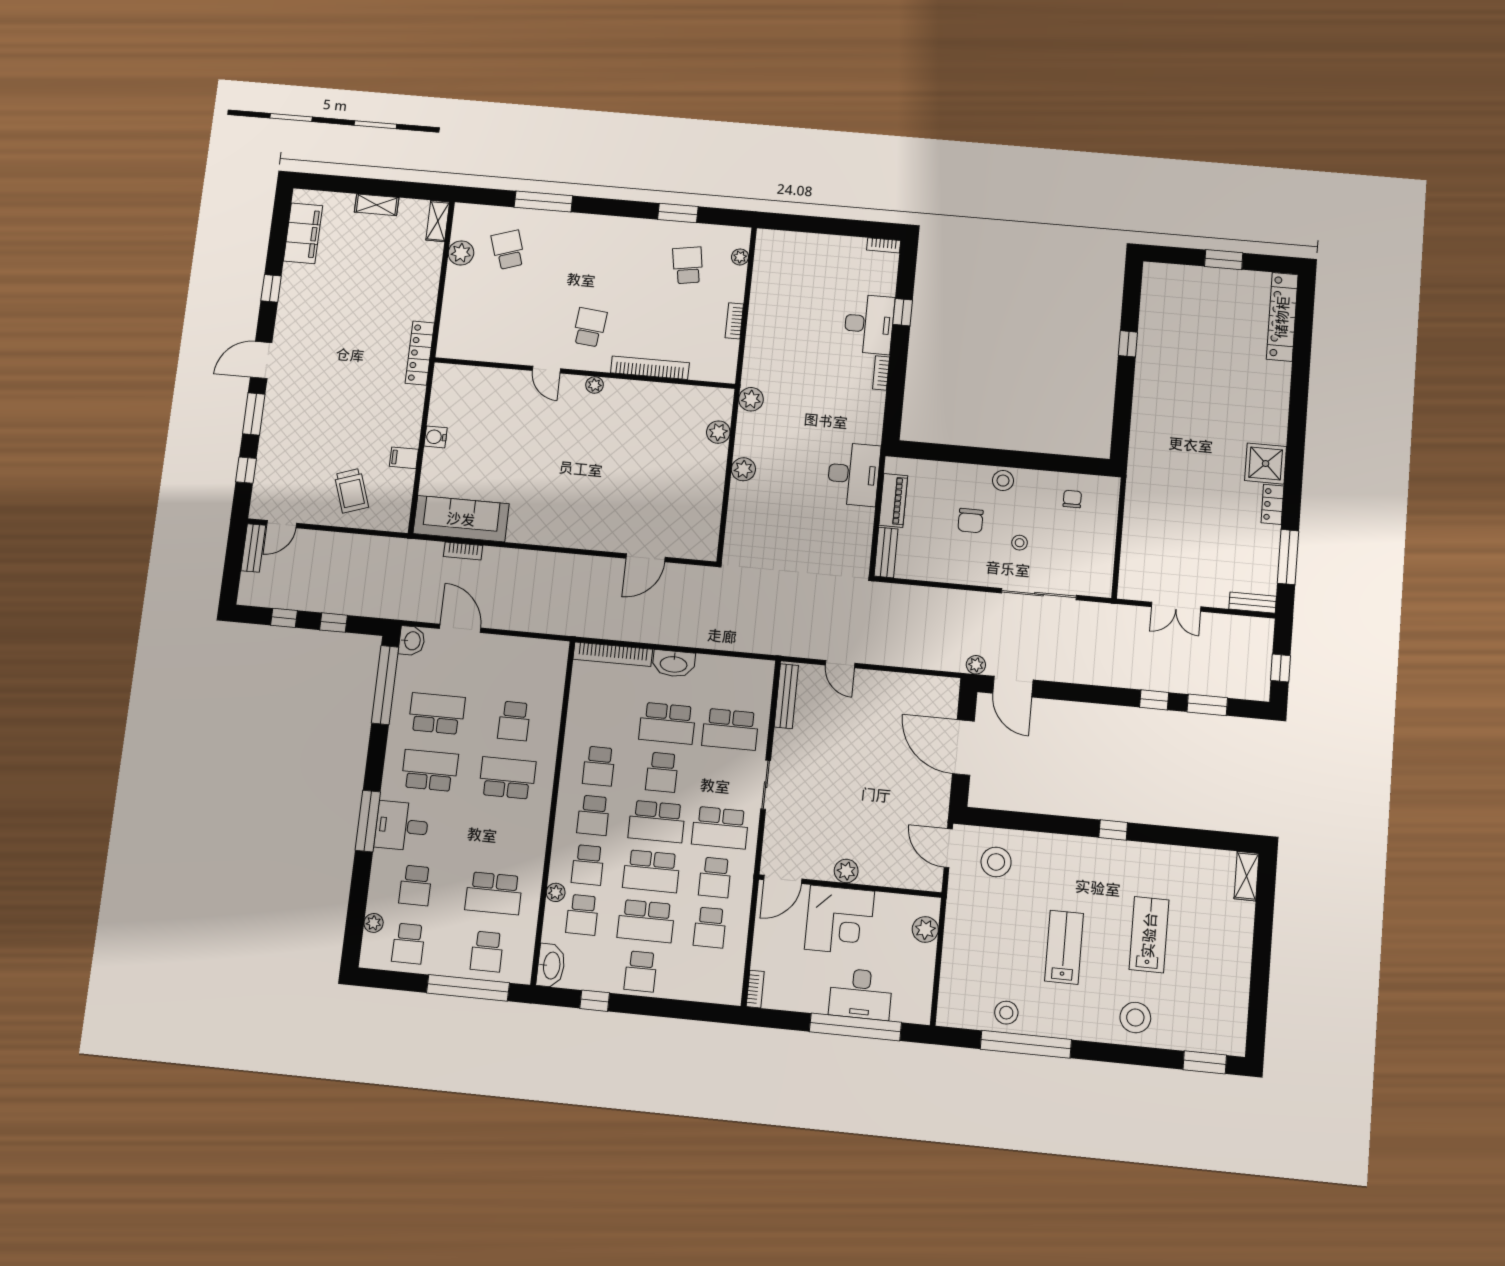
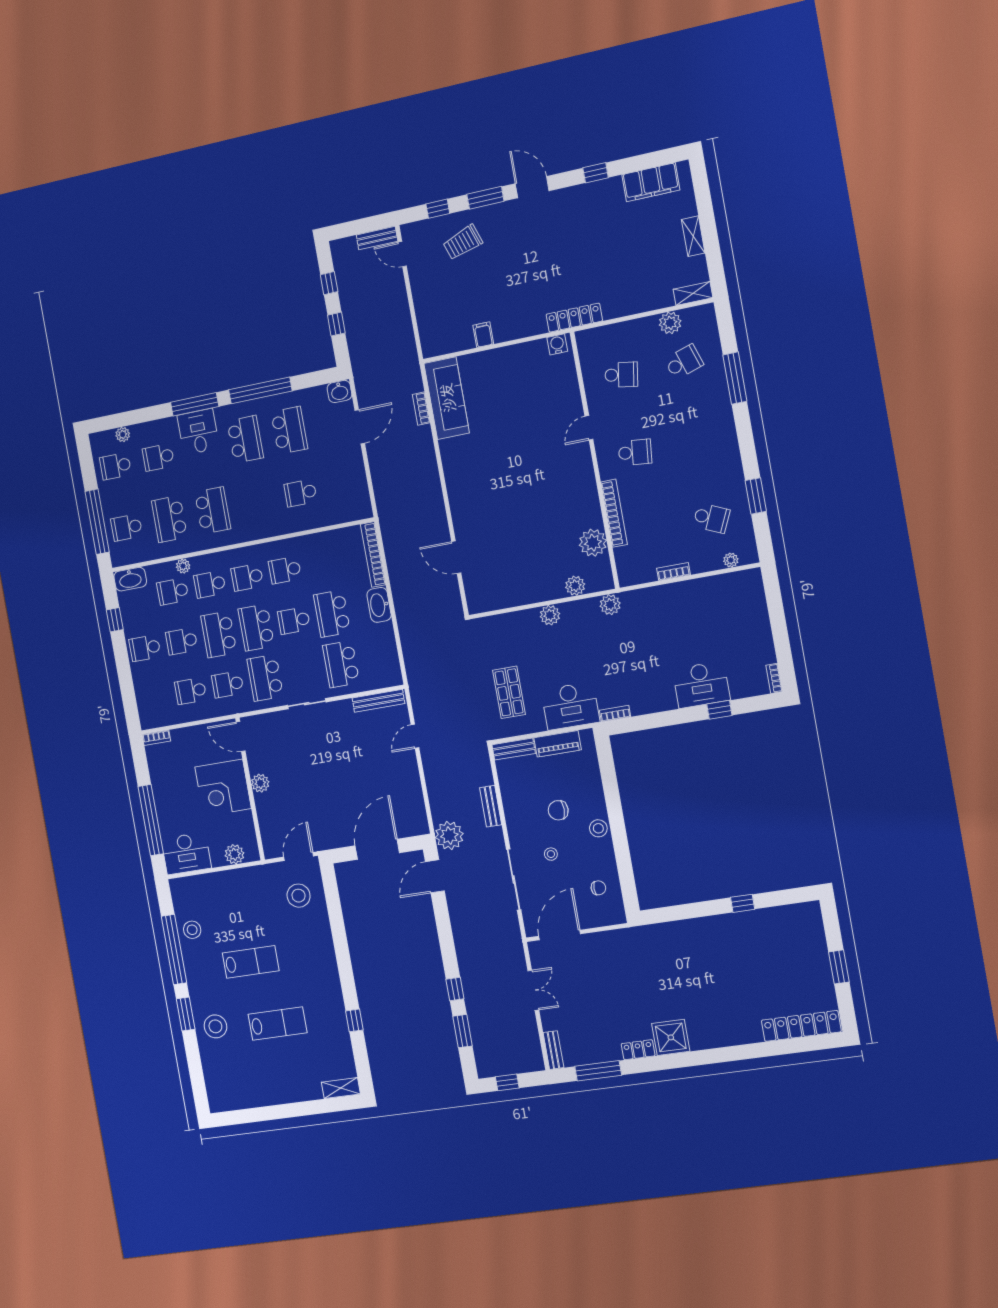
school desk: (688, 265) -> (711, 518), turned 33
school desk: (500, 319) -> (621, 375), added
bookcase: (881, 373) -> (615, 714), moved
plant: (595, 385) -> (593, 543), moved, width x1.87, depth x1.87
water cooler: (436, 437) -> (557, 344), moved
trolley: (351, 491) -> (463, 242), moved
shop shelf: (819, 540) -> (509, 692), added
door: (1117, 558) -> (560, 935), added
bench: (946, 597) -> (491, 806), added
double door: (1176, 607) -> (533, 990), swing flipped
plant: (976, 665) -> (449, 835), width x1.88, depth x1.88
window: (385, 685) -> (260, 390), moved
school desk: (507, 778) -> (213, 510), moved
window: (1113, 830) -> (354, 1020), moved
school desk: (646, 921) -> (182, 641), width x0.54
desk: (861, 994) -> (186, 853), moved, turned -90
window: (1205, 1062) -> (186, 1014), moved

